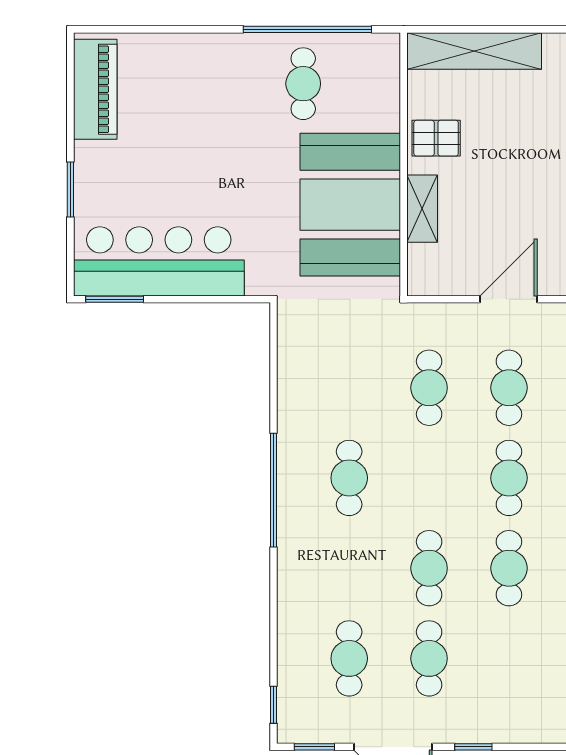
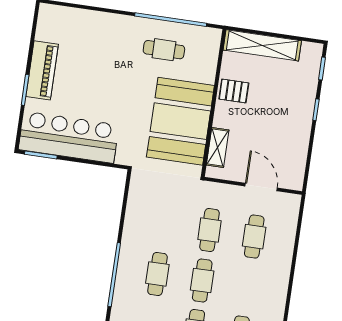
cafe table: (303, 84) -> (164, 50), turned 90
piano: (95, 89) -> (42, 70), moved
shelving: (422, 209) -> (218, 147), moved
door: (508, 299) -> (261, 187), hinge flipped
cafe table: (509, 478) -> (202, 281), moved

